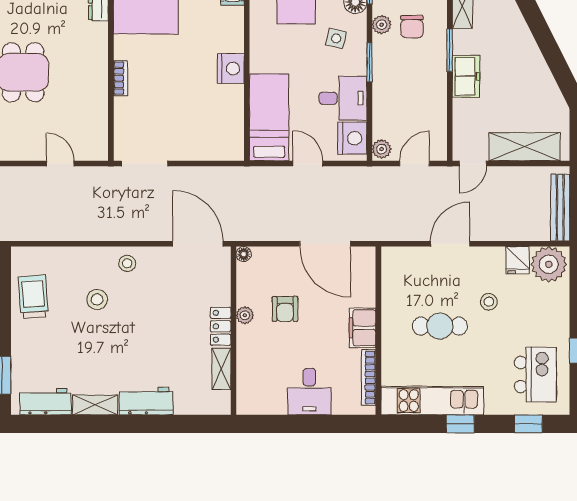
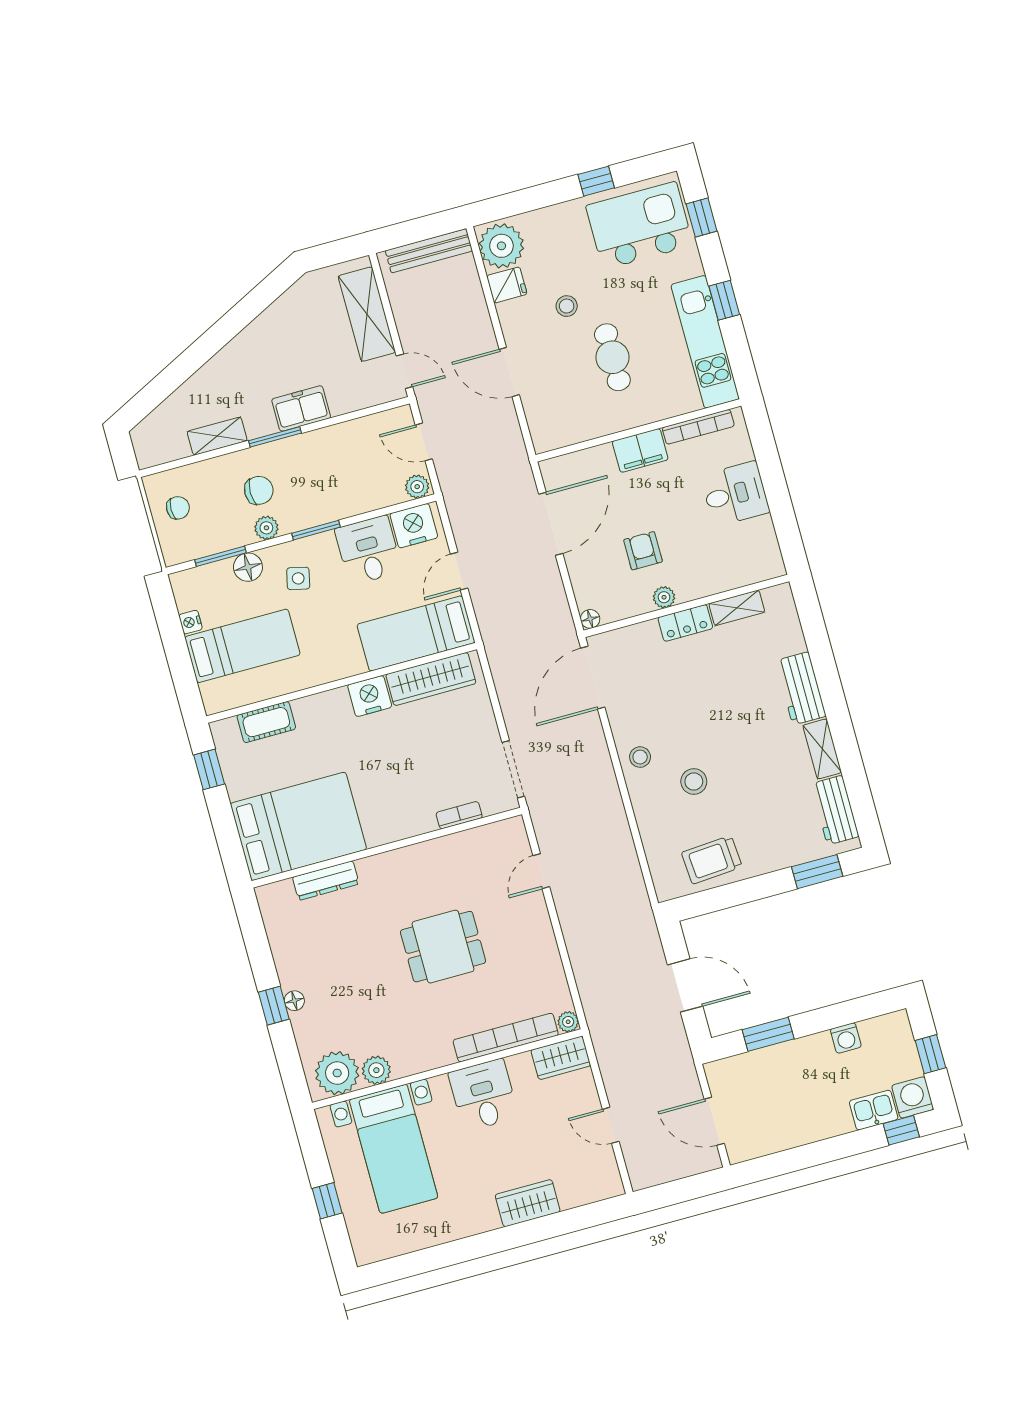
bookcase: (121, 78) -> (459, 815), moved
wardrobe: (231, 119) -> (431, 679), added
armchair: (285, 309) -> (643, 551), turned -90
kitchen island: (535, 374) -> (639, 226), width x1.37, depth x1.28

